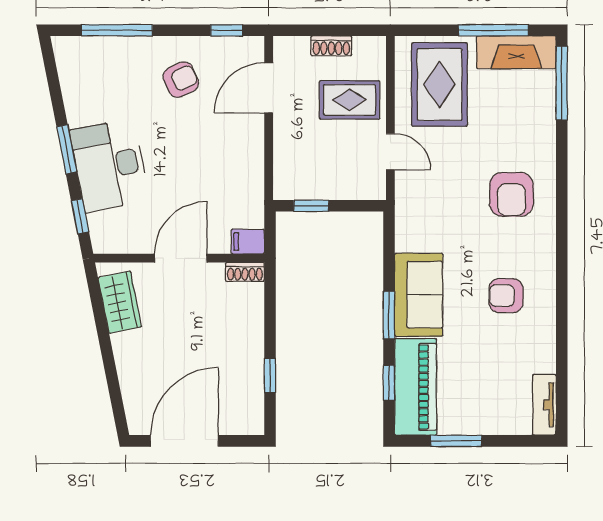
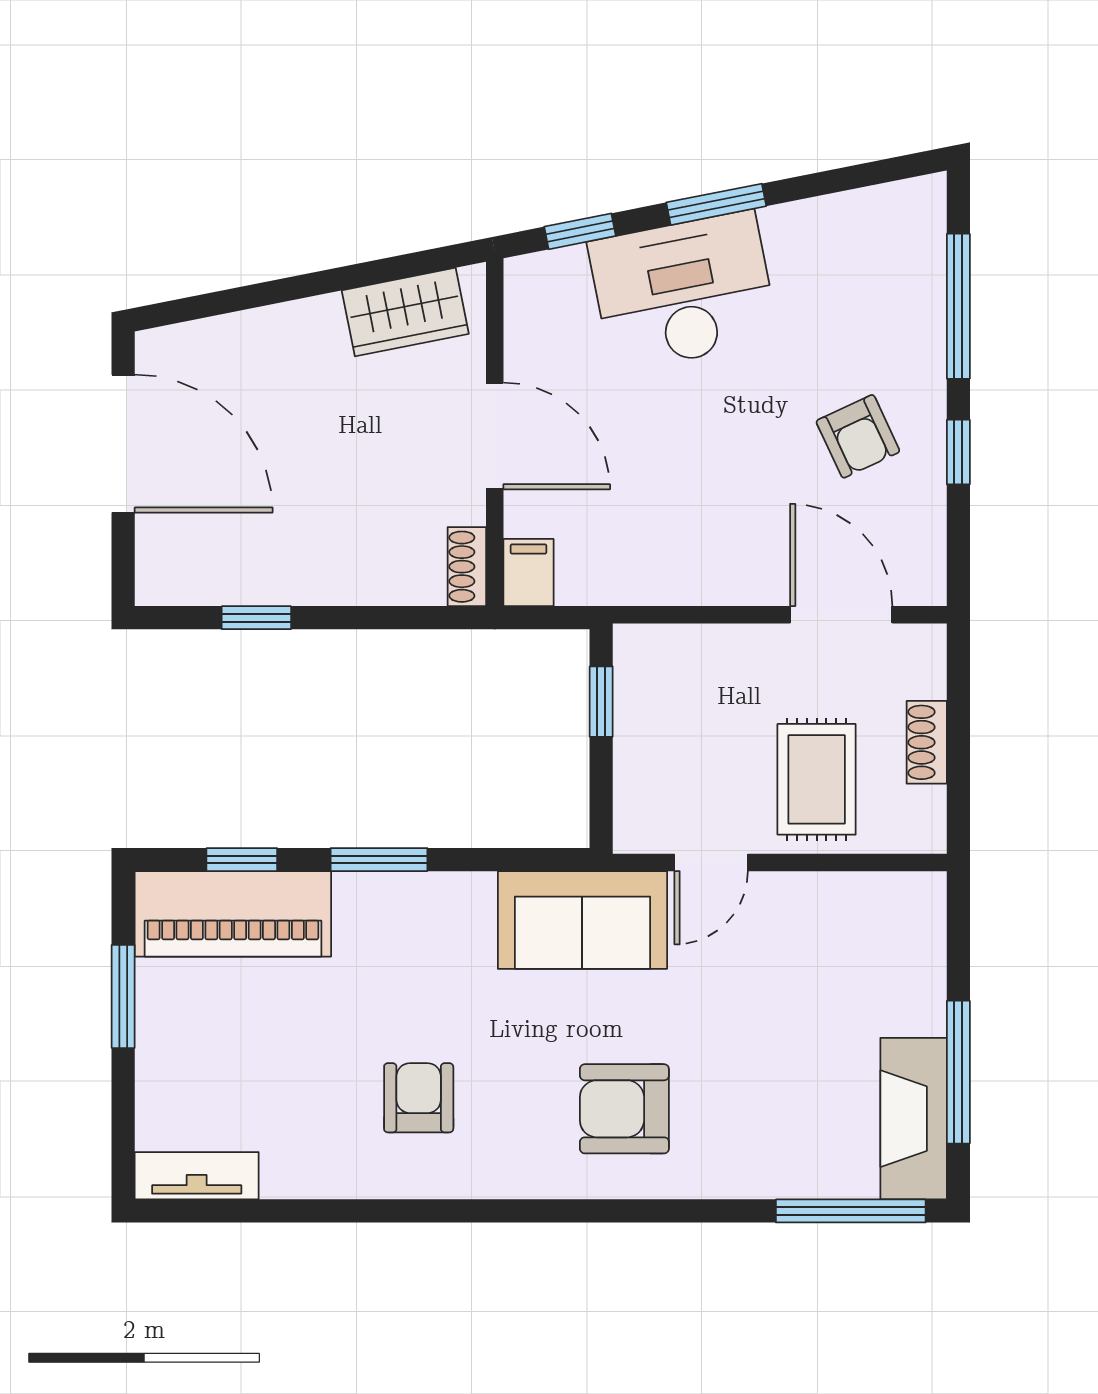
window: (227, 30) -> (958, 452), moved
rug: (440, 84) -> (848, 962), removed
sofa: (419, 295) -> (582, 920), moved

